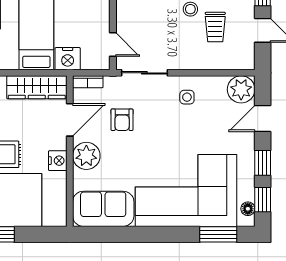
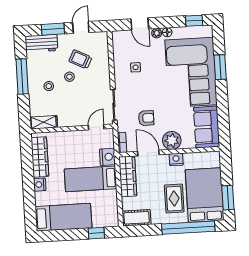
trolley: (215, 27) -> (80, 59), turned -153
plant: (241, 89) -> (157, 33), moved, width x0.53, depth x0.53
side table: (187, 97) -> (136, 67), moved
window: (263, 163) -> (169, 22), removed
floor lamp: (248, 209) -> (167, 32), moved
window: (218, 234) -> (220, 67), moved

